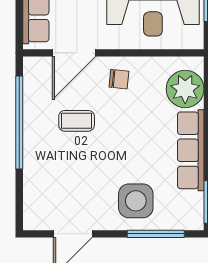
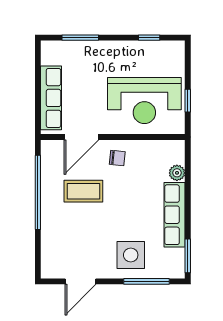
plant: (185, 89) -> (177, 173), width x0.53, depth x0.53
coffee table: (77, 121) -> (83, 191), width x1.36, depth x1.30

